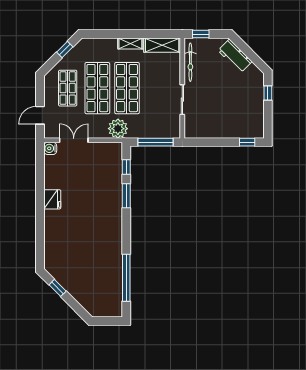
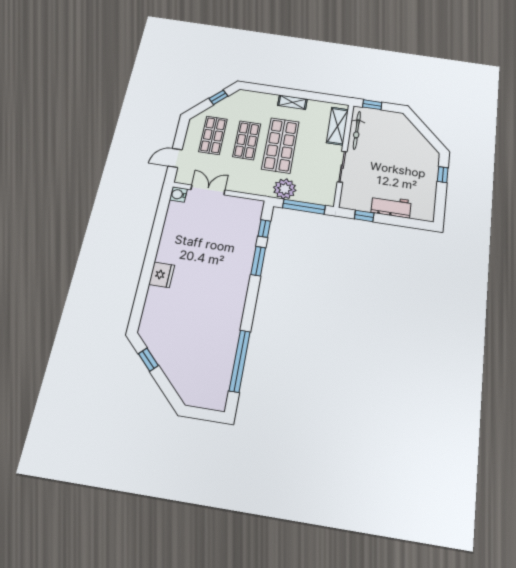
shelving: (162, 45) -> (337, 126), moved, turned 90
workbench: (235, 56) -> (391, 207), moved, turned 135
shop shelf: (97, 88) -> (247, 140), width x0.70, depth x0.74
plant: (118, 129) -> (285, 189), moved
window: (247, 142) -> (364, 216), moved
fridge: (52, 199) -> (162, 275), moved

